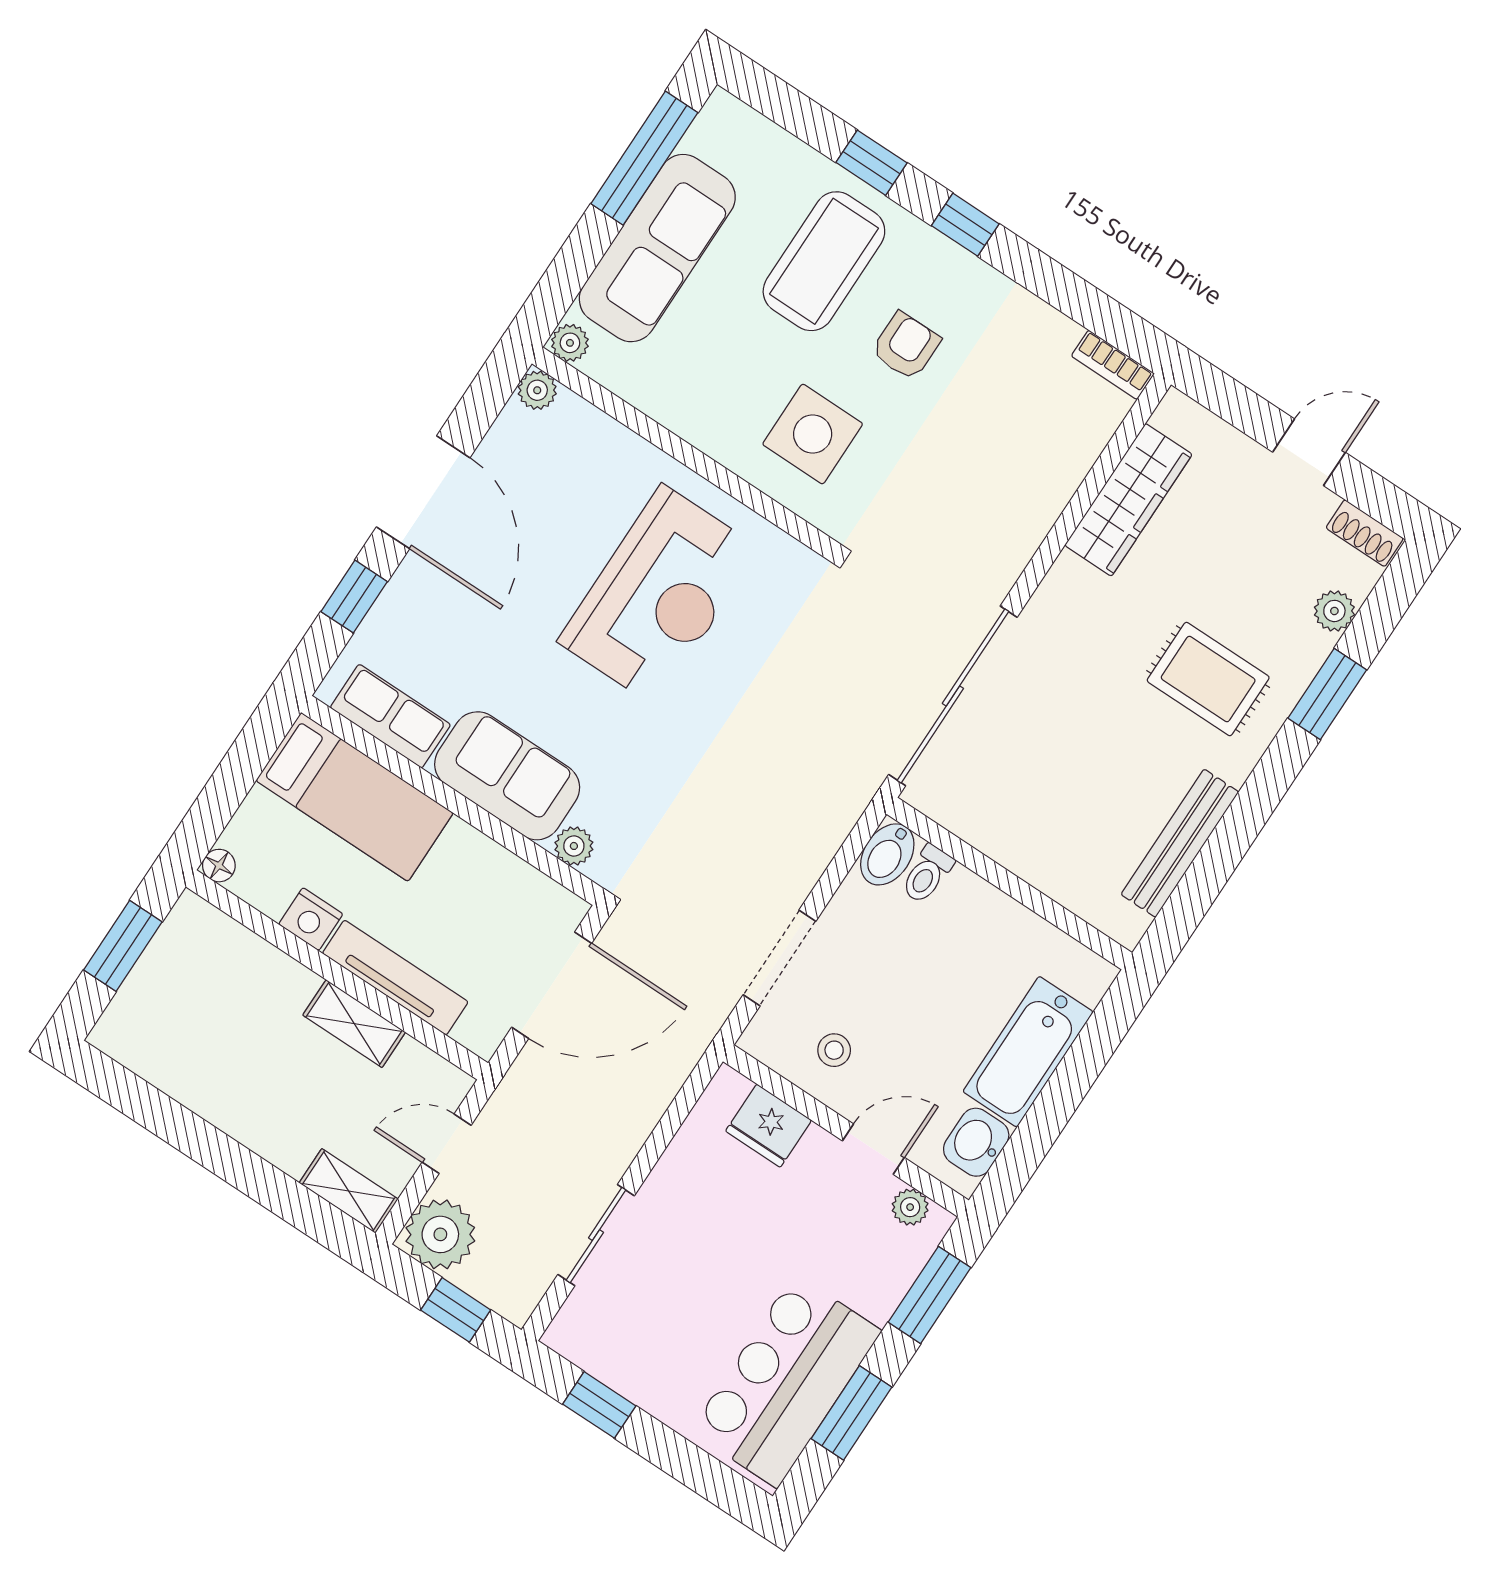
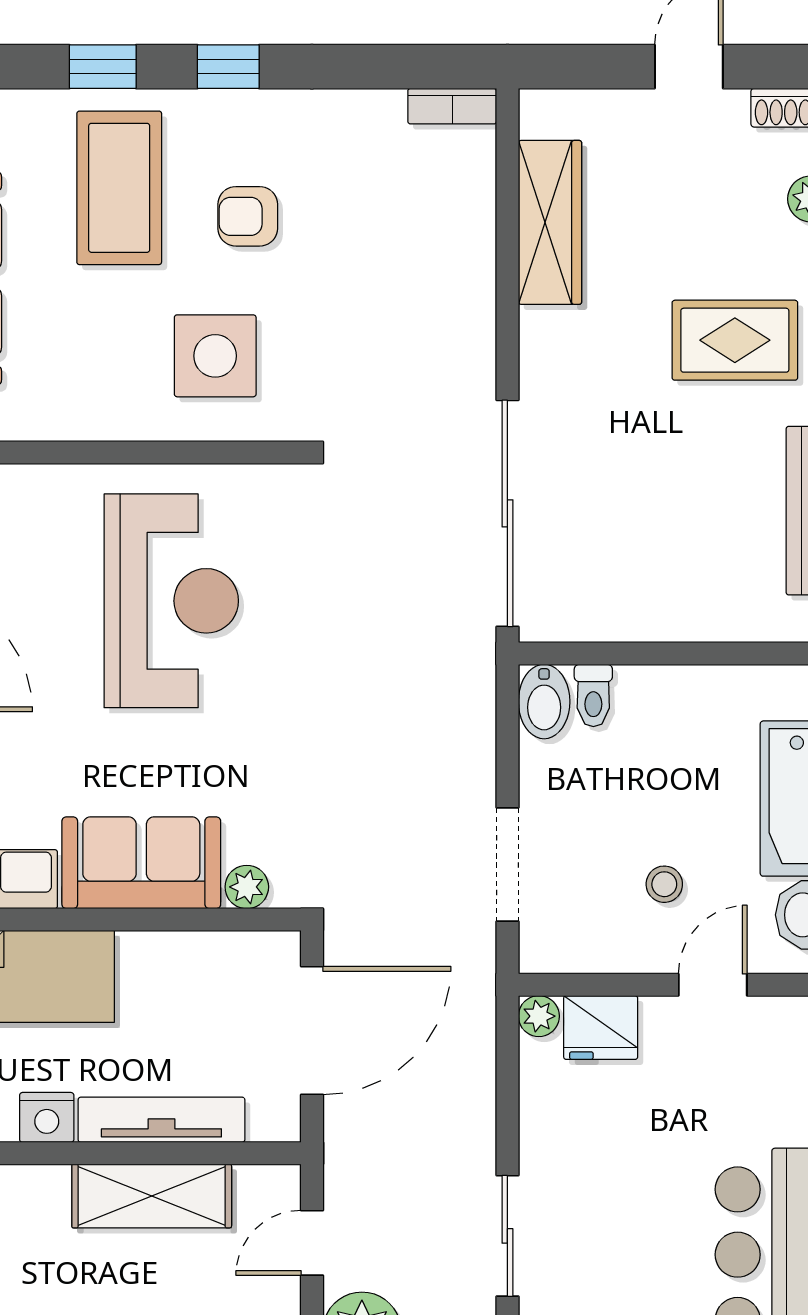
armchair: (906, 346) -> (248, 216), turned -90
shelving: (354, 1024) -> (152, 1196), width x1.50, depth x1.33
stool: (834, 1050) -> (664, 884), moved
plant: (910, 1207) -> (539, 1016), moved

